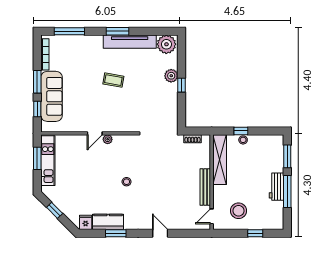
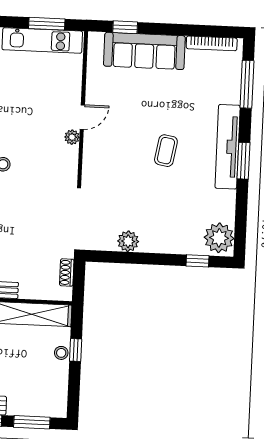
tv unit: (130, 42) -> (228, 147), moved
plant: (171, 76) -> (128, 241), moved
window: (37, 82) -> (169, 29), removed
window: (182, 85) -> (198, 261), moved
door: (95, 133) -> (82, 117), swing flipped

